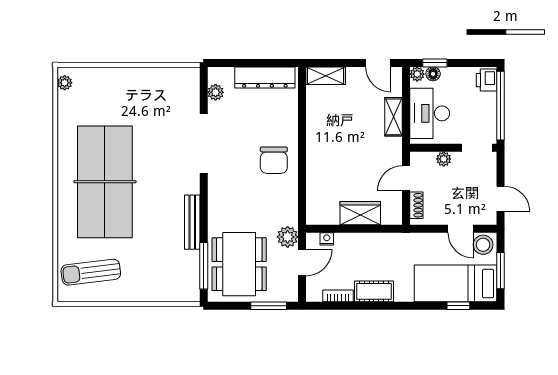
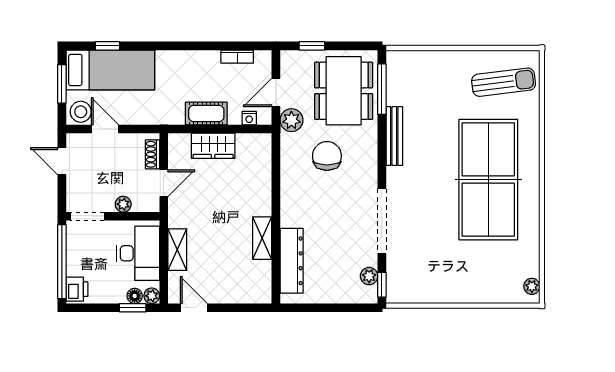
shelving: (326, 76) -> (262, 238), moved, turned 90
dresser: (265, 77) -> (292, 261), moved, turned 90
window: (204, 84) -> (382, 285), added
chair: (274, 160) -> (327, 156), moved
cot: (374, 291) -> (206, 113), moved
window: (269, 306) -> (312, 46), width x0.67

